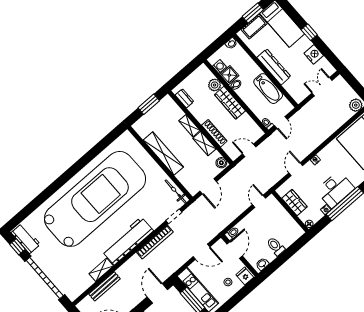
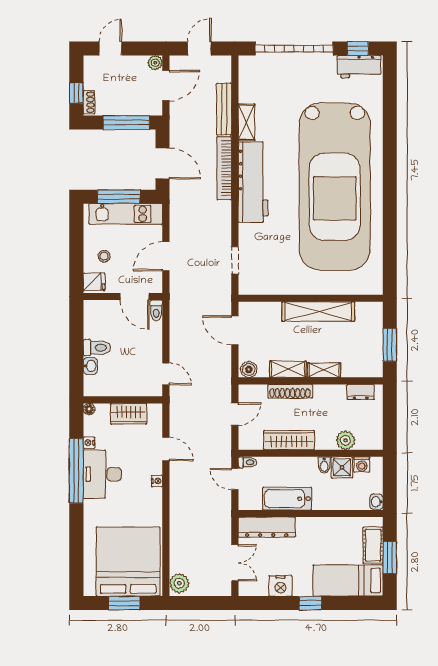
dresser: (274, 67) -> (267, 527), moved
wardrobe: (230, 103) -> (289, 440), moved
bicycle: (176, 192) -> (262, 287), removed
bookcase: (155, 242) -> (224, 168), moved
washbasin: (262, 264) -> (90, 366), moved

